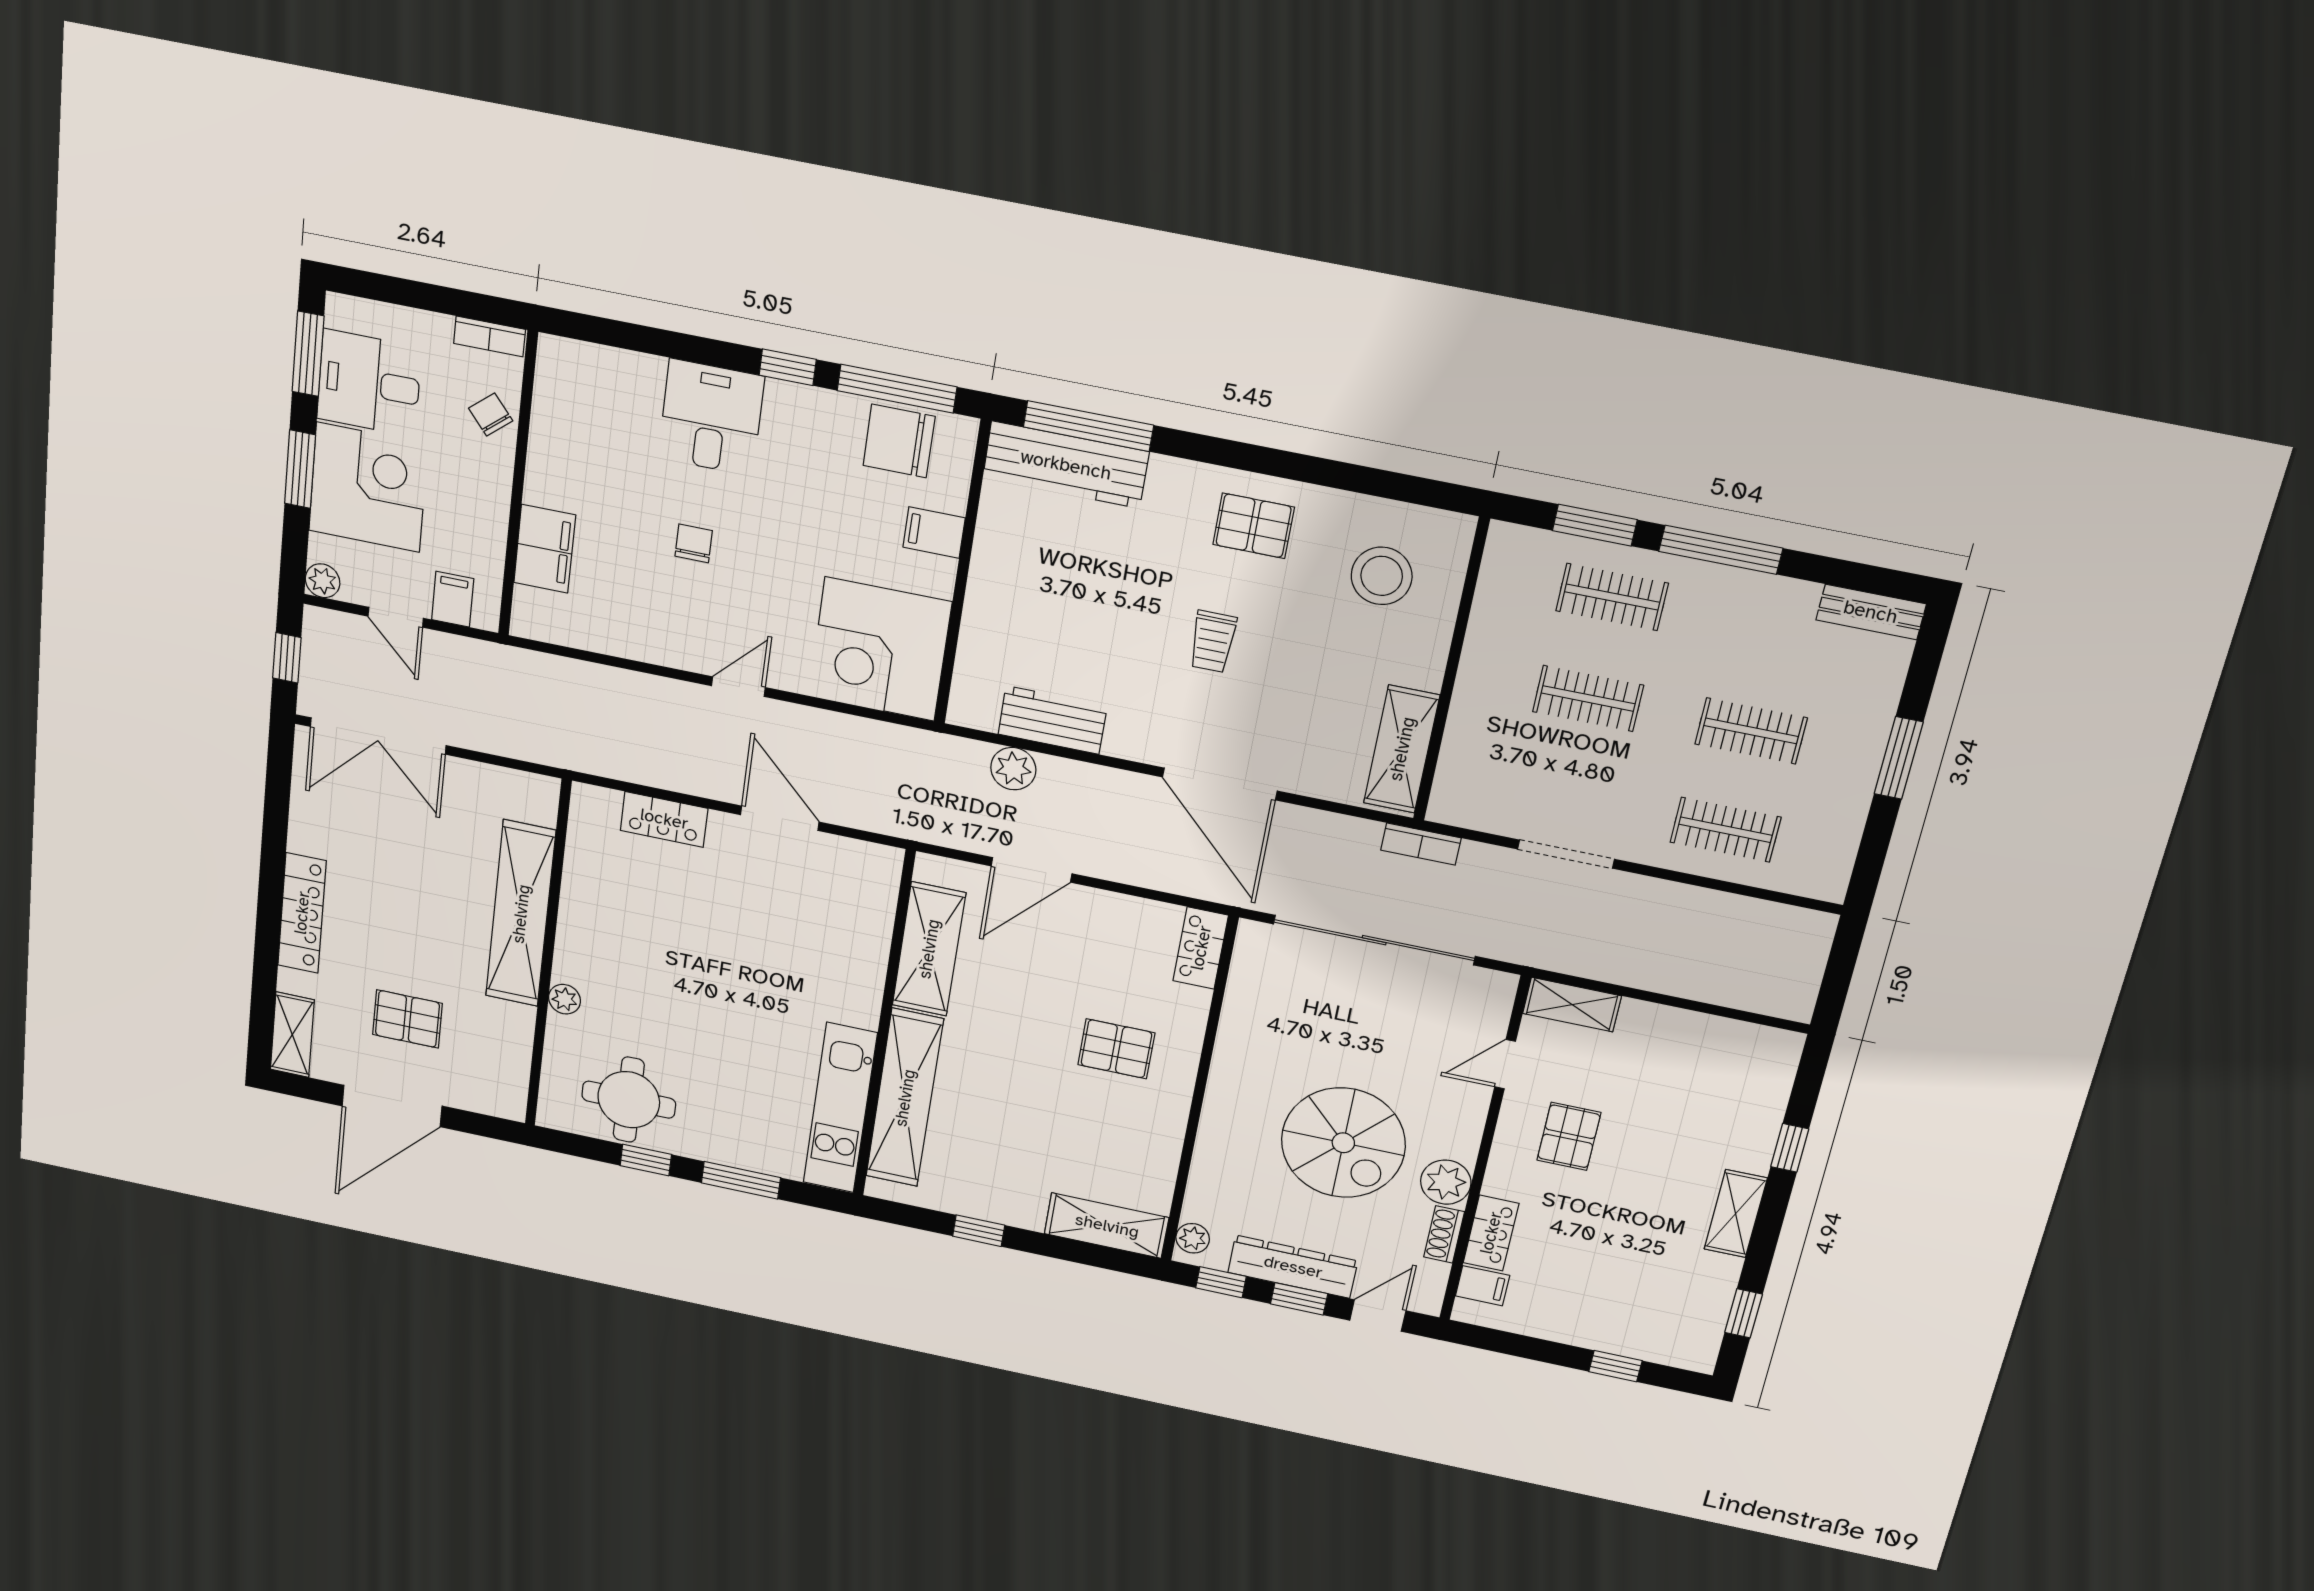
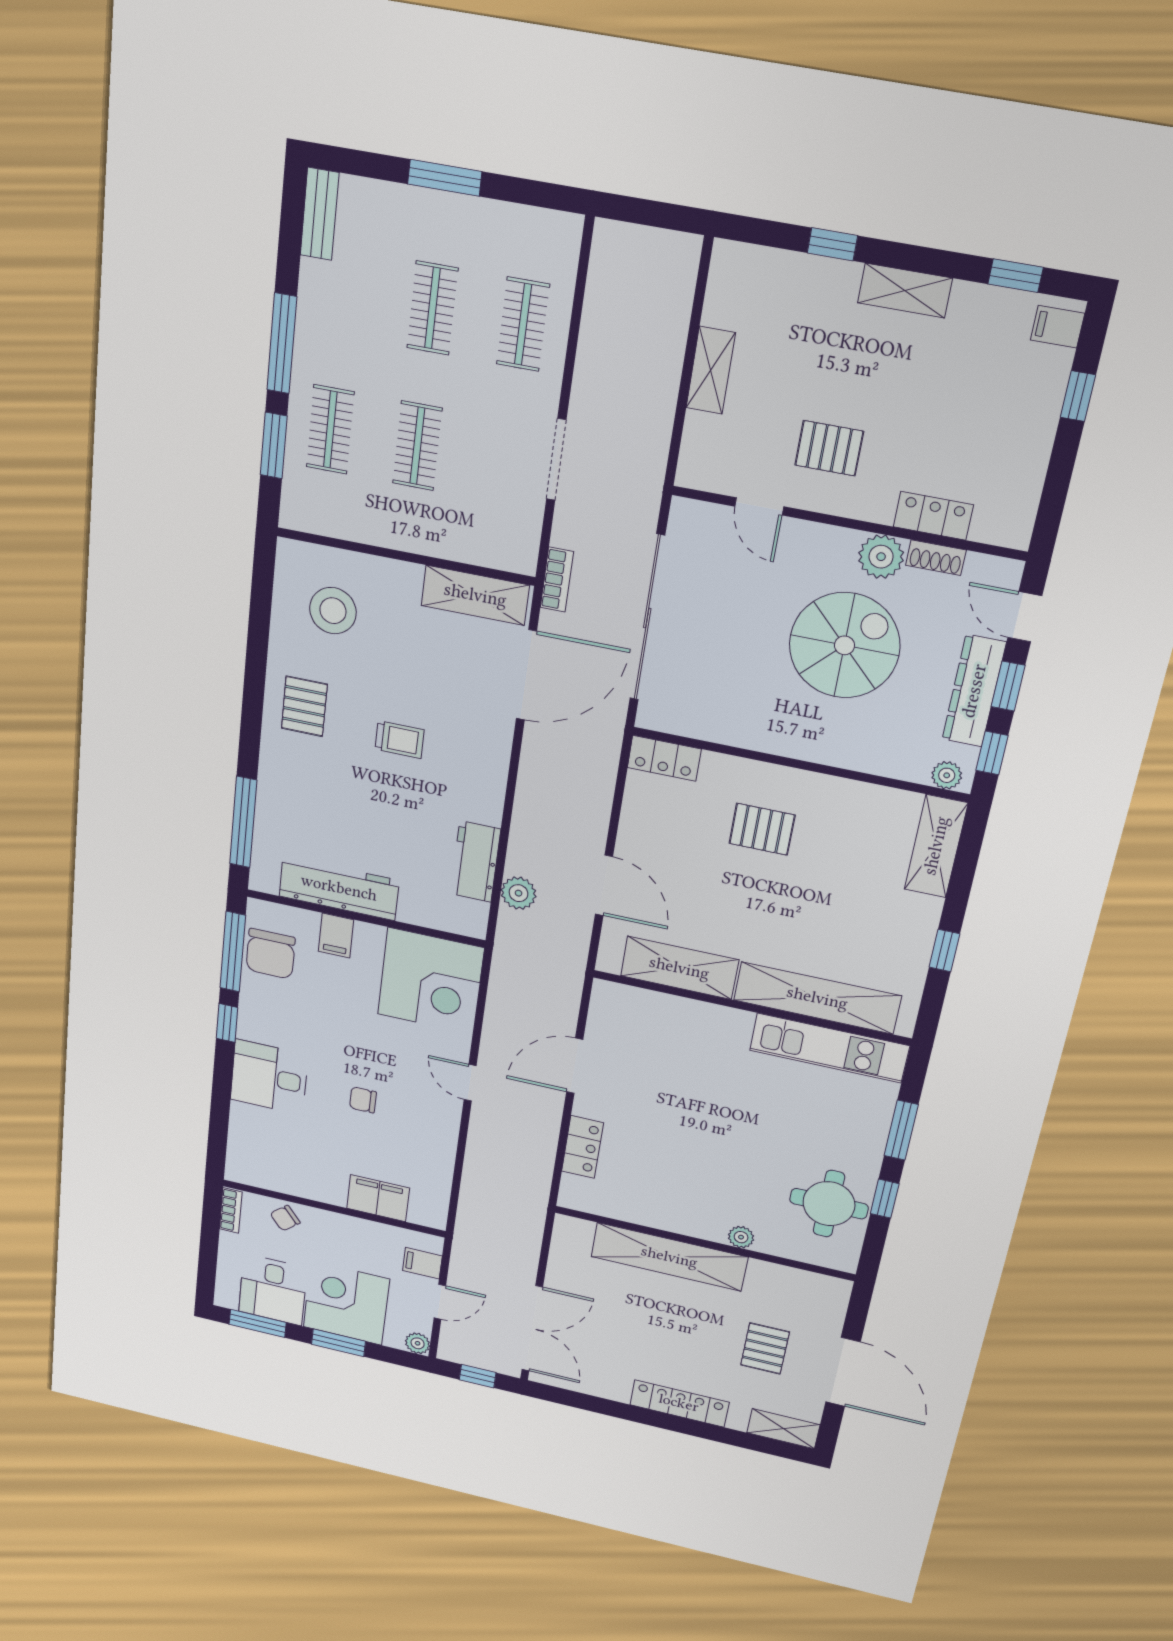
workbench: (1066, 465) -> (339, 888), moved, turned -90
door: (1220, 784) -> (526, 675), moved
shelving: (1572, 1005) -> (711, 370), moved
pallet: (1116, 1049) -> (762, 829), turned 90
filing cabinet: (1482, 1286) -> (1058, 327), moved, turned -90

